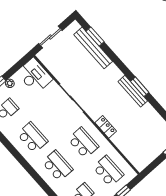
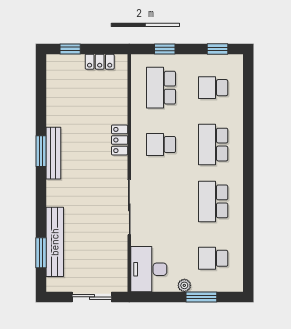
school desk: (83, 143) -> (161, 145), width x0.54
locker: (150, 157) -> (100, 62), added

